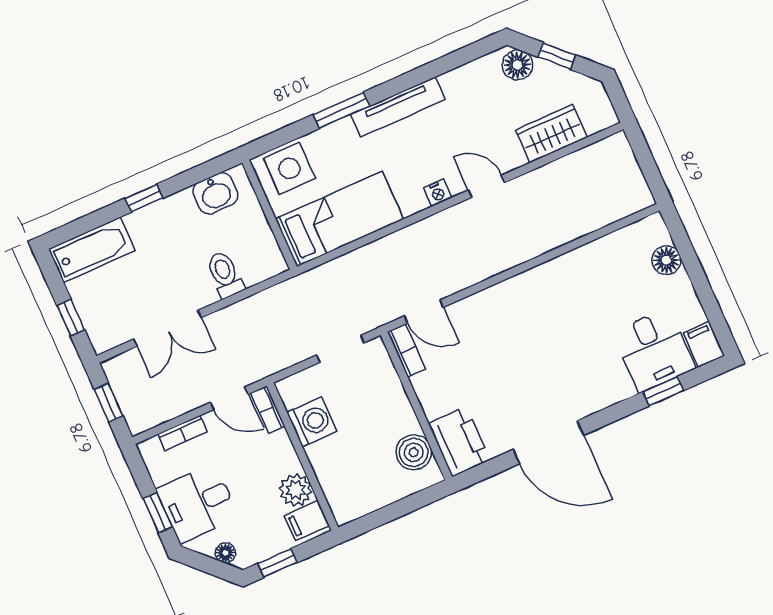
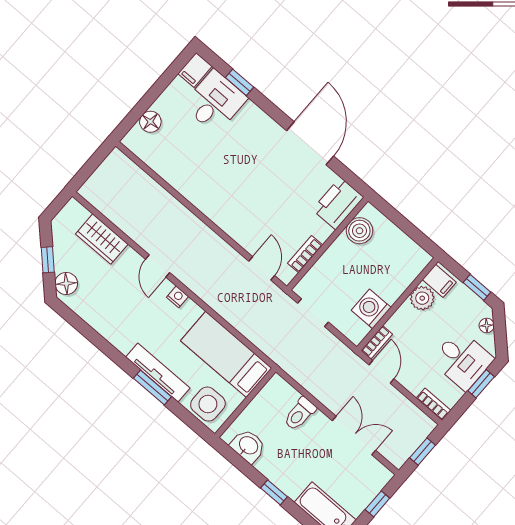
tv unit: (398, 107) -> (158, 373), moved
bookcase: (406, 351) -> (305, 254), moved
bookcase: (182, 433) -> (434, 404), moved

